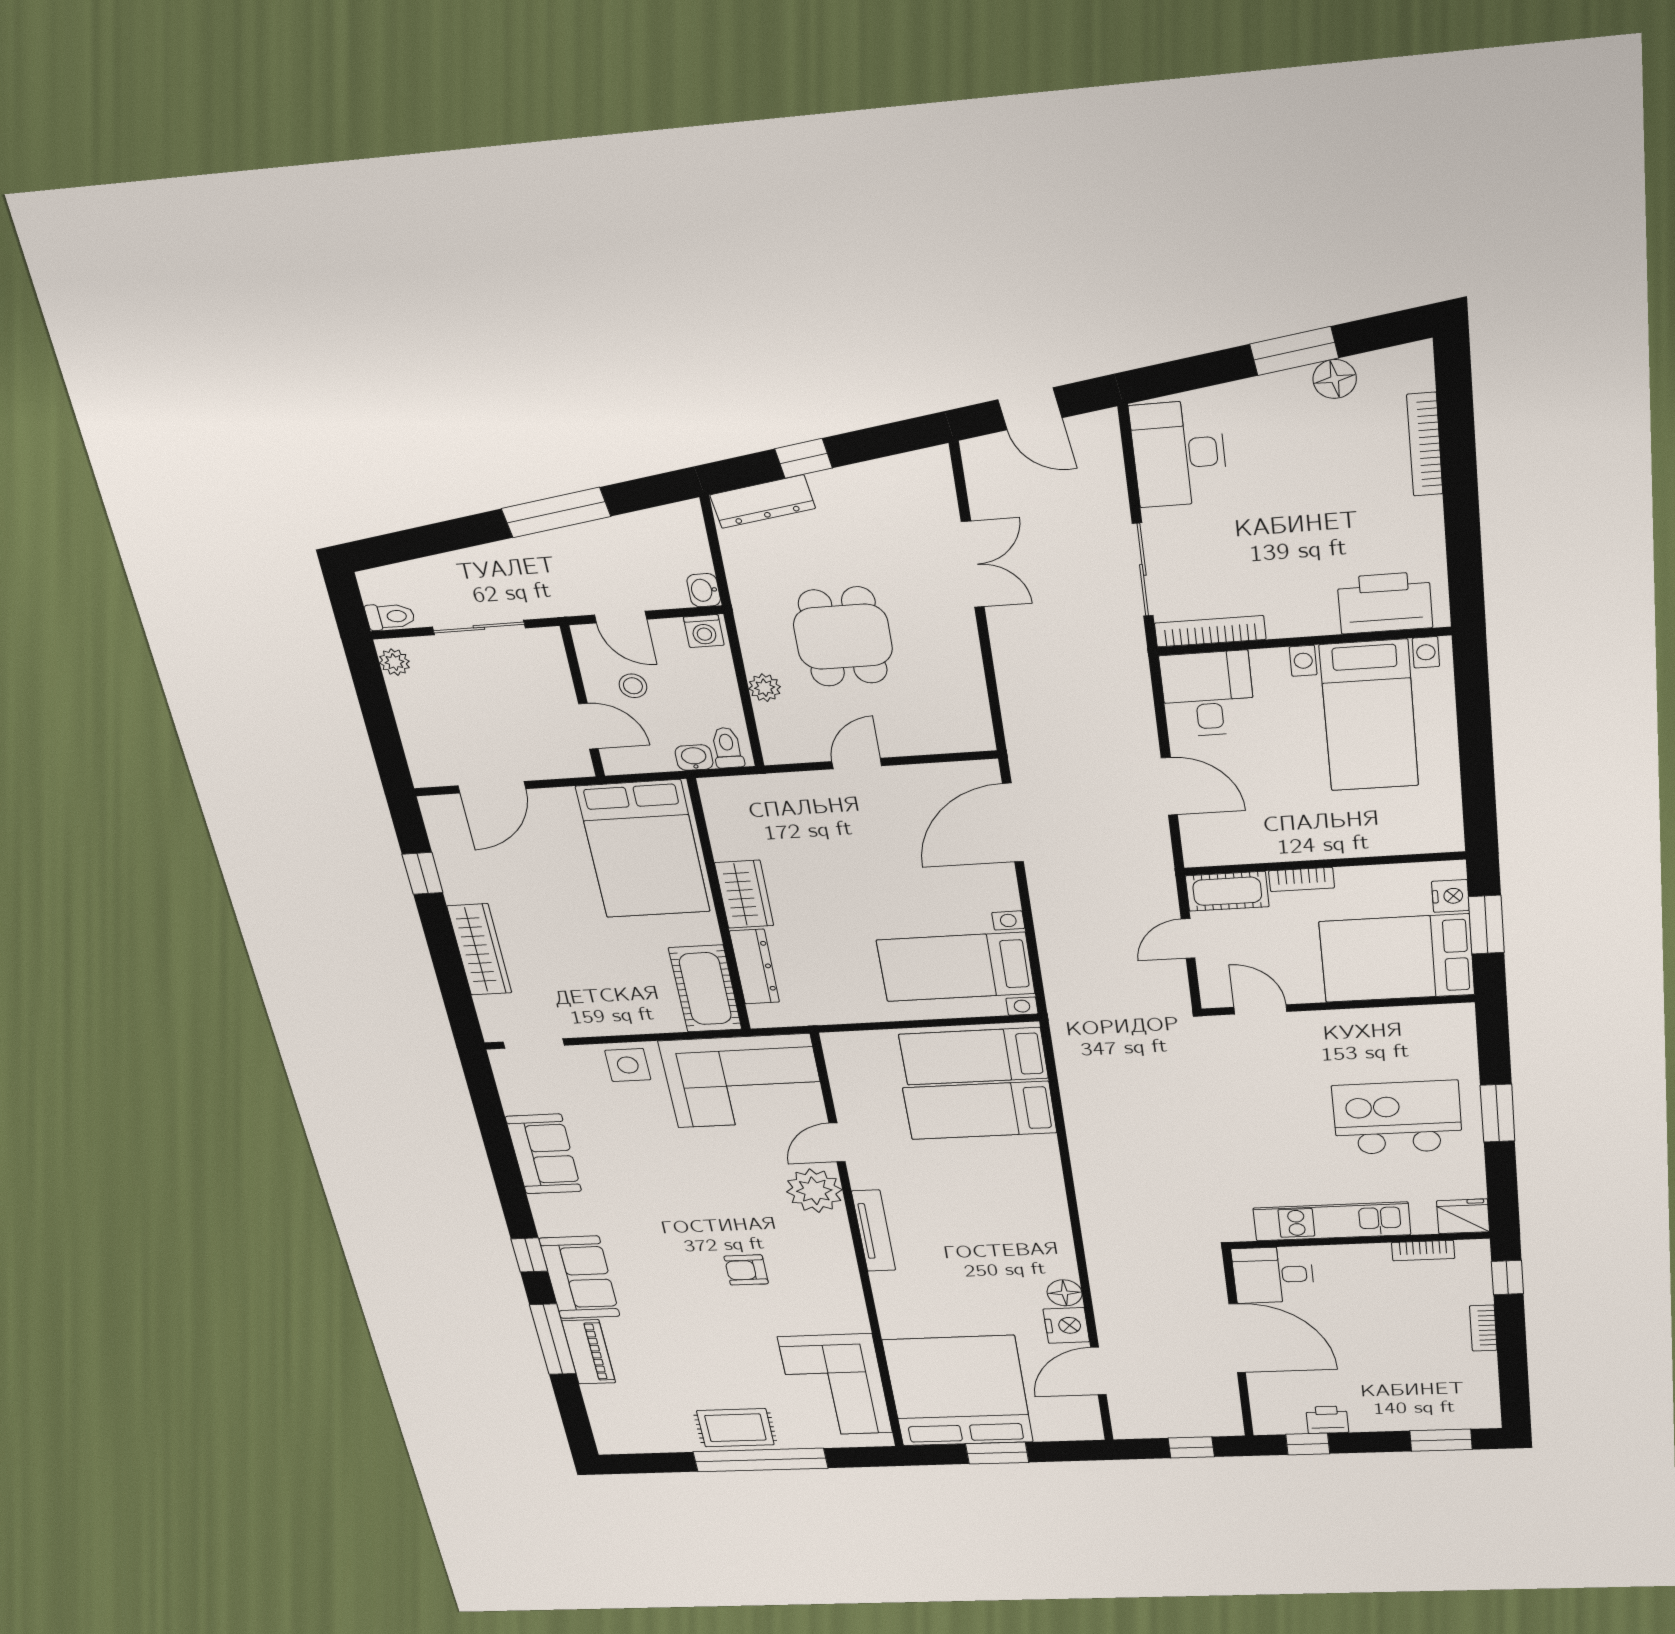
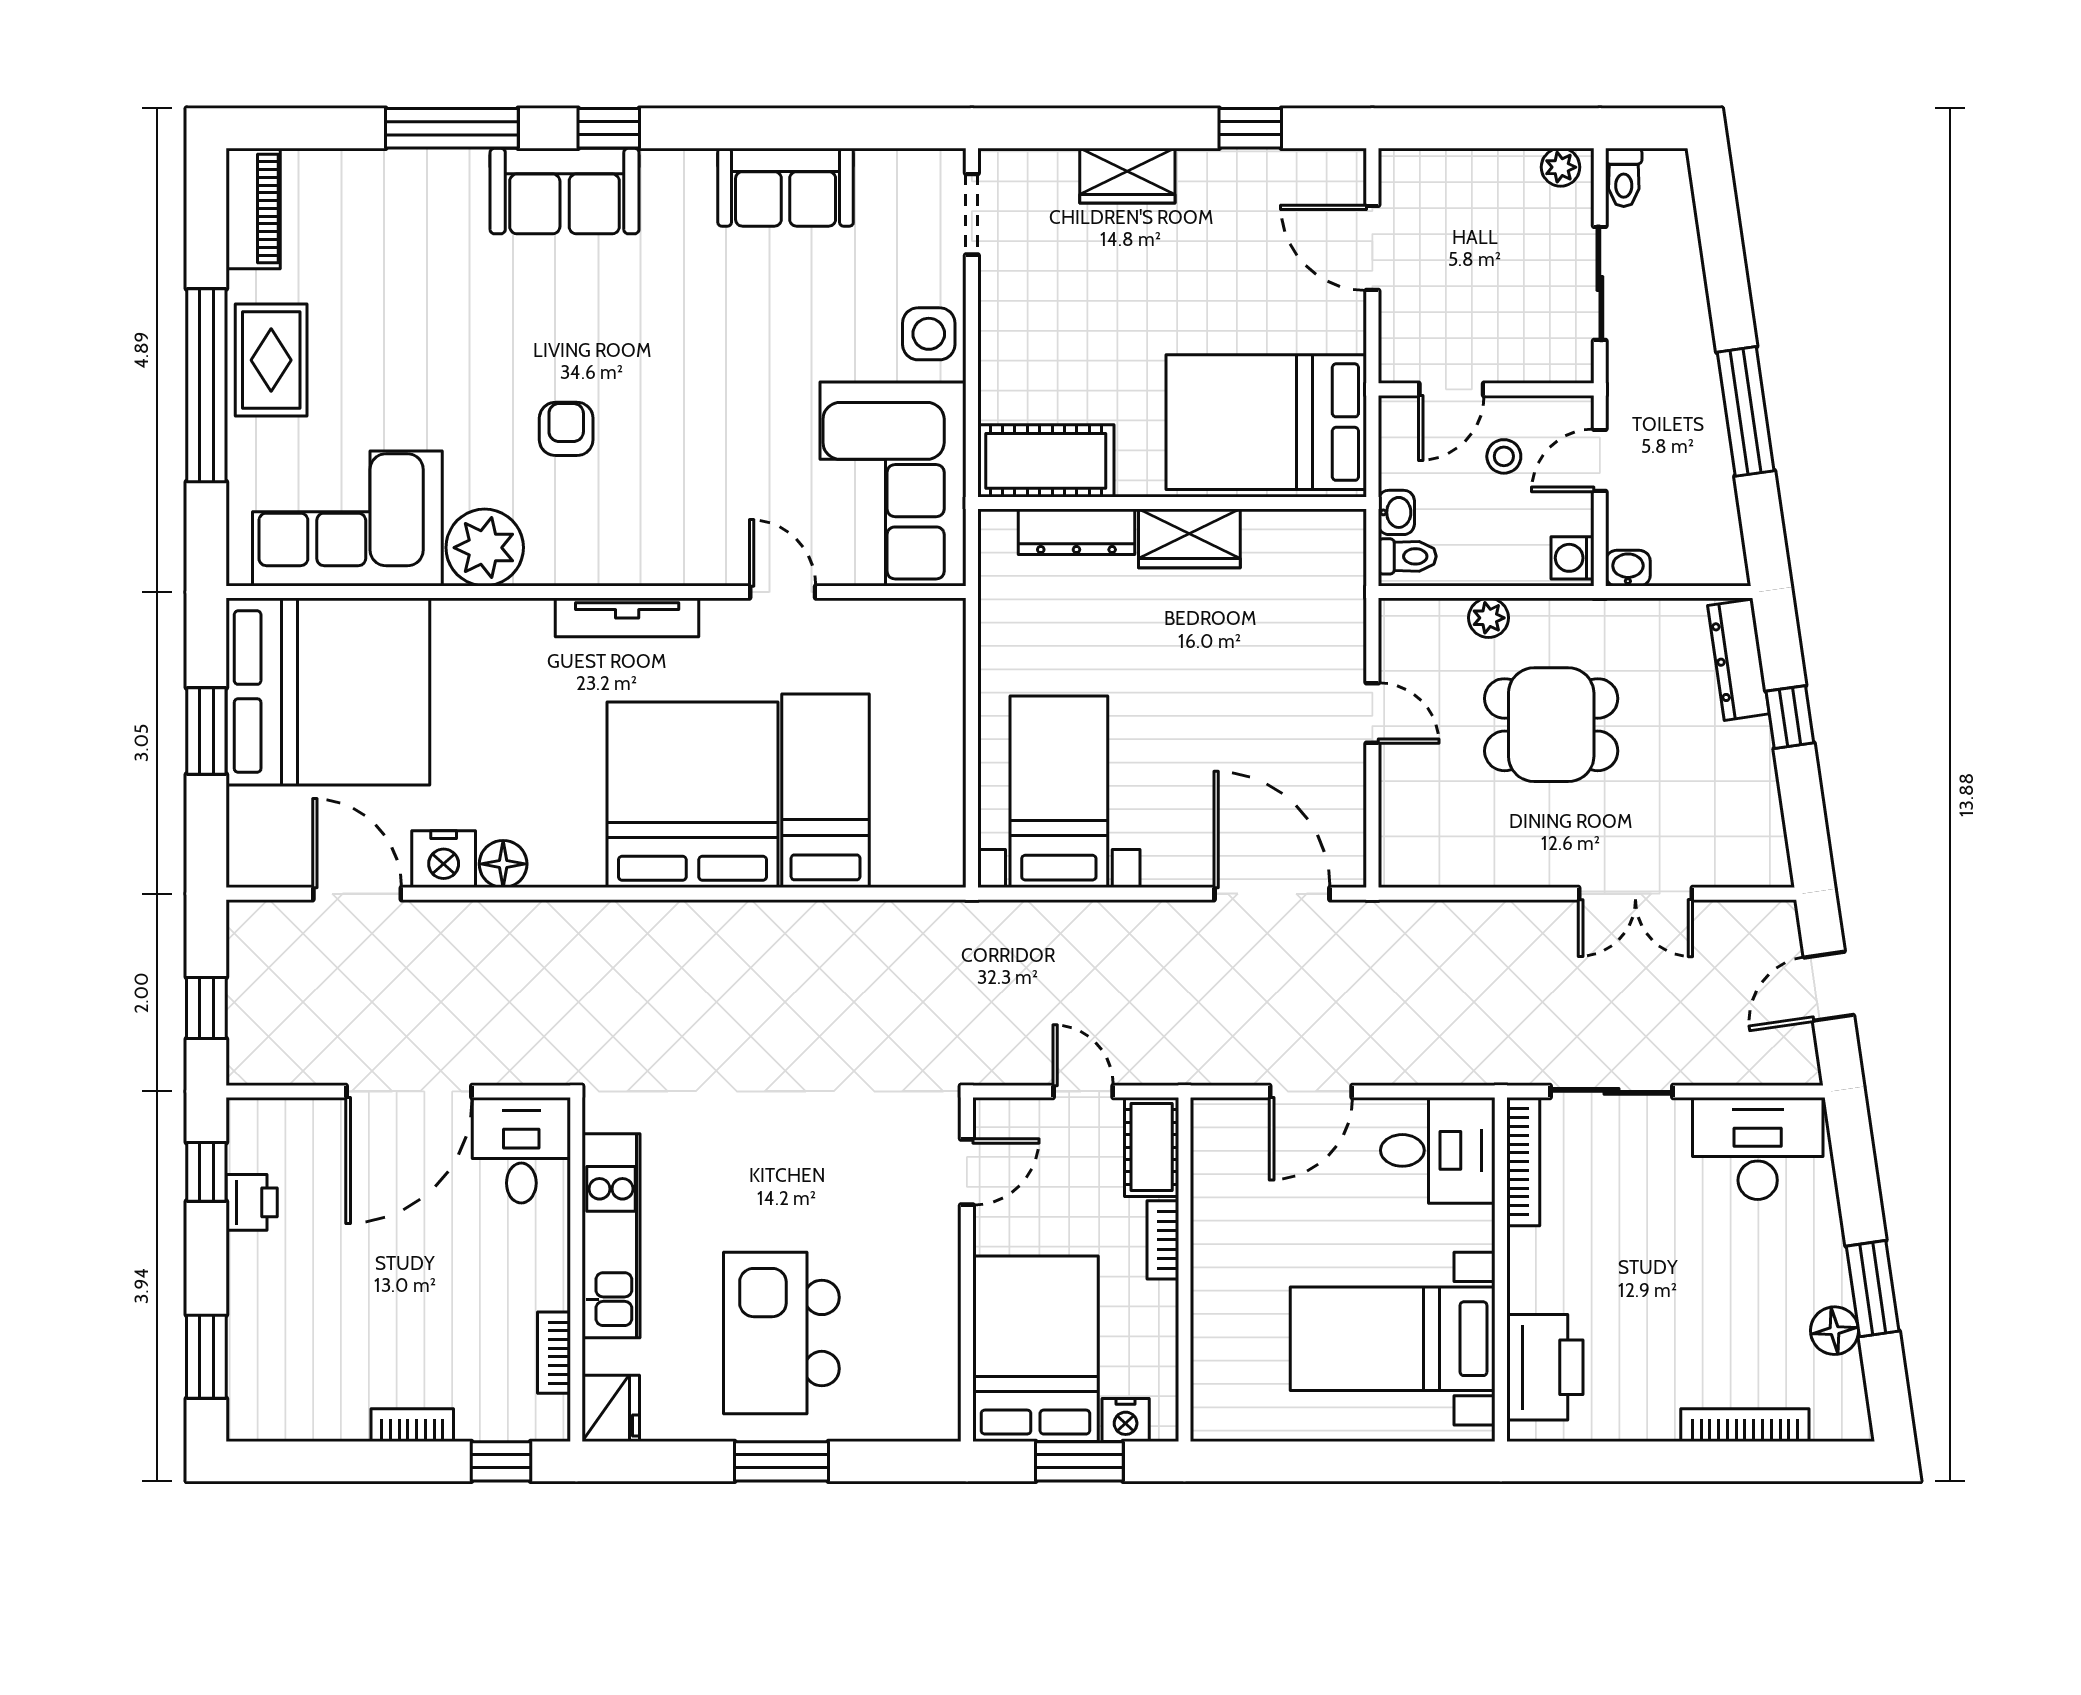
wardrobe: (479, 950) -> (1127, 176), width x0.67
bed: (973, 1056) -> (693, 795), moved, width x2.04
kitchen island: (1397, 1118) -> (781, 1333), turned 180
plant: (814, 1191) -> (485, 548), moved
piano: (589, 1352) -> (253, 208), moved, turned -90

